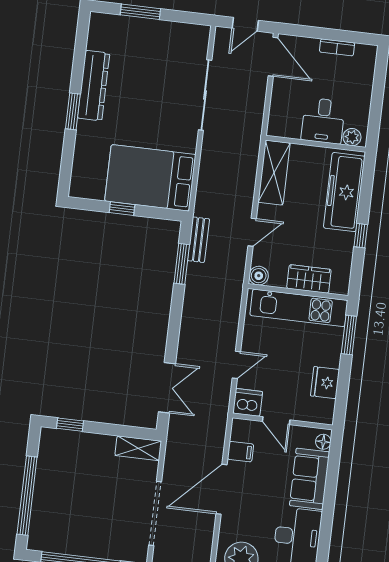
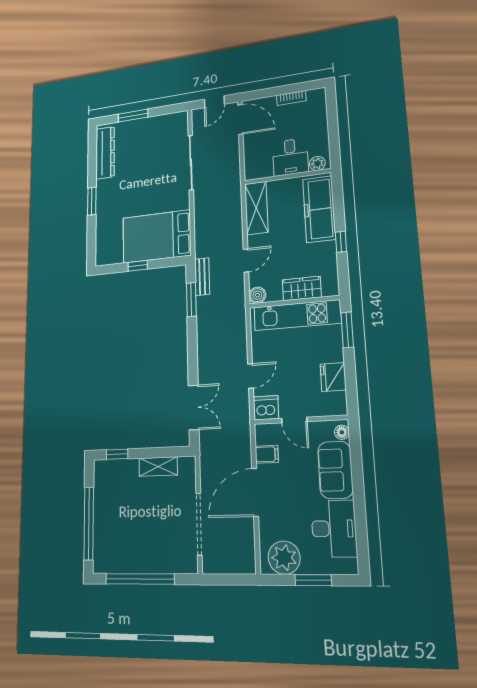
dresser: (94, 86) -> (105, 153), moved
shelving: (138, 448) -> (158, 466), moved

